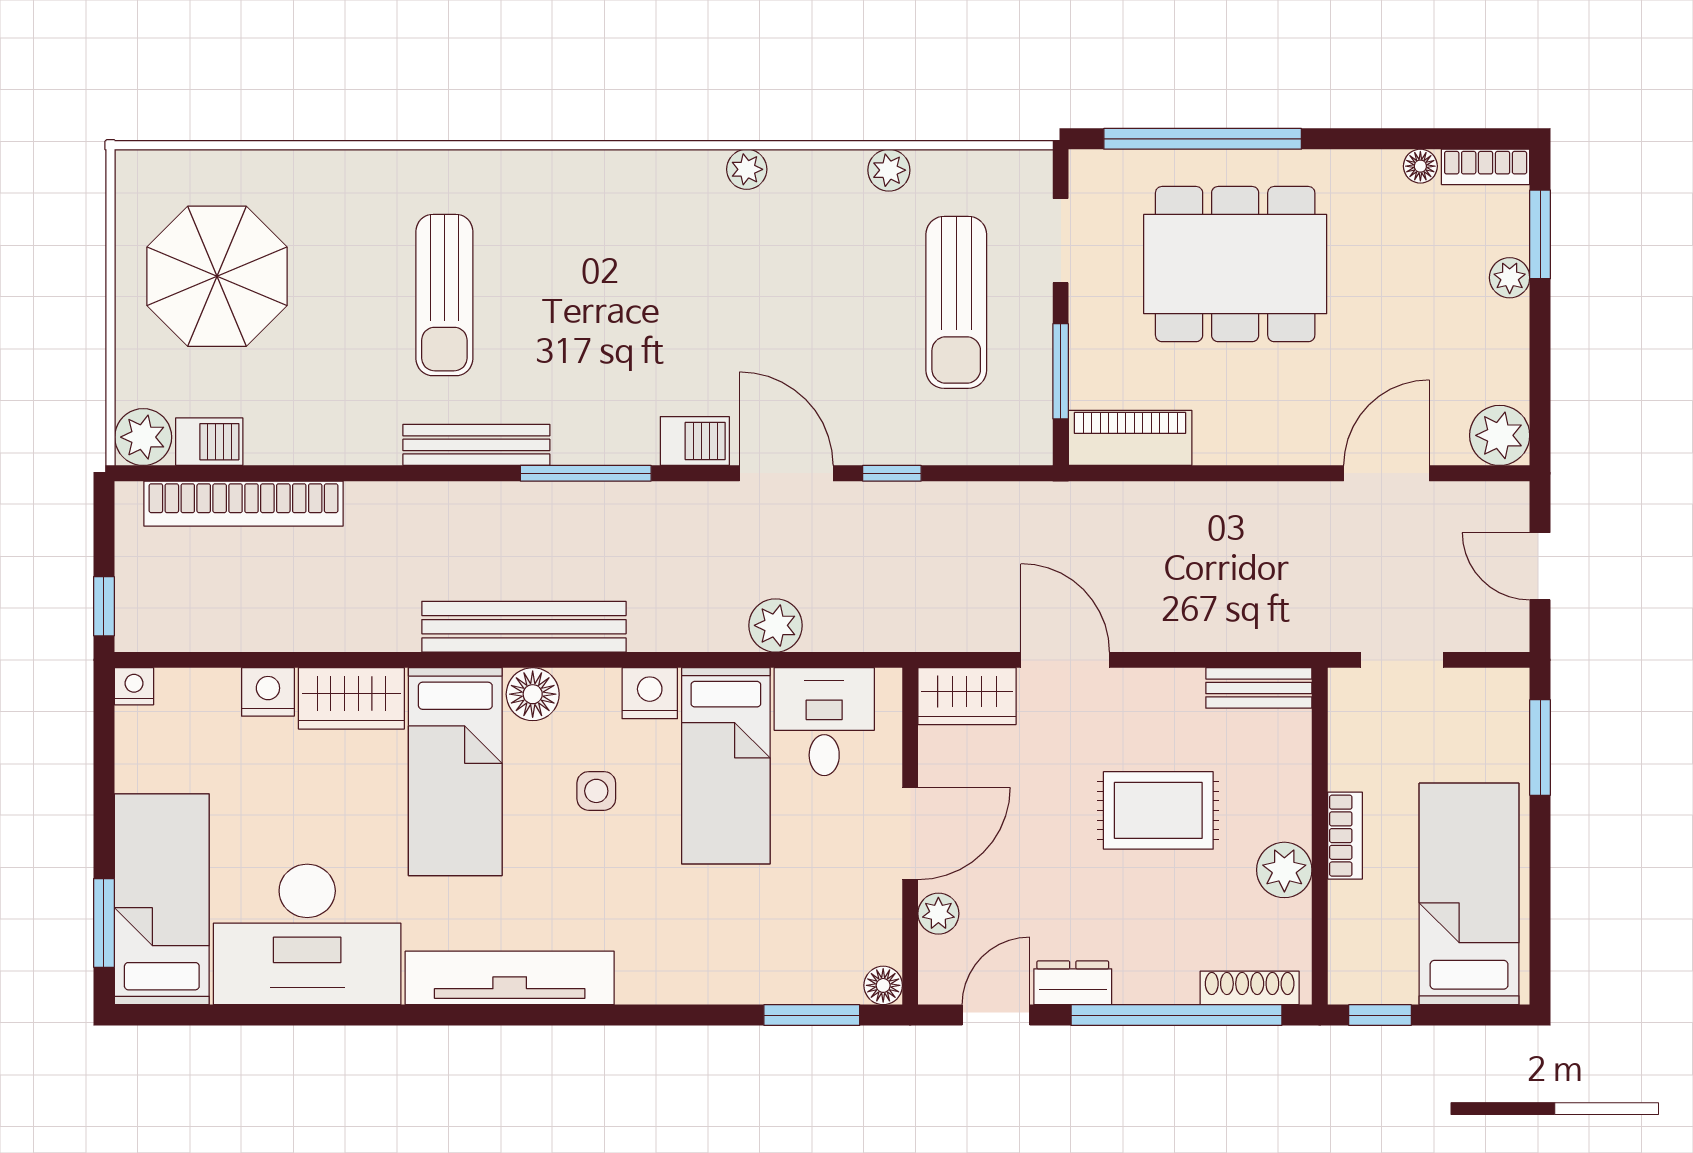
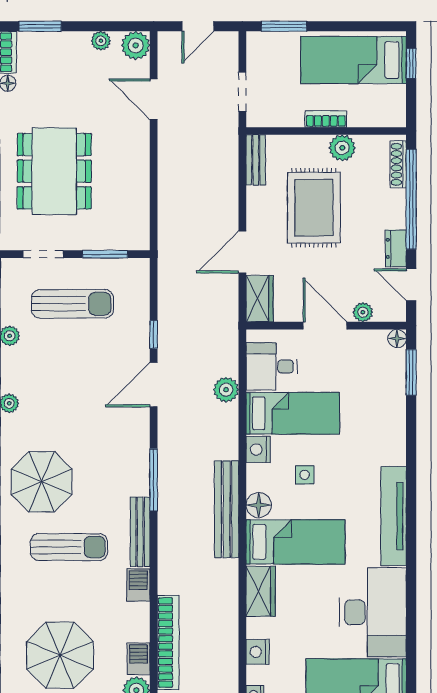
parasol: (582, 237) -> (42, 482), added
plant: (1510, 278) -> (101, 41), moved
piano: (1130, 438) -> (137, 221), removed
barbecue: (695, 441) -> (138, 585), moved
nightstand: (268, 692) -> (258, 652), moved
rug: (1158, 810) -> (314, 208), width x1.36, depth x1.43
window: (1380, 1015) -> (411, 63), moved

